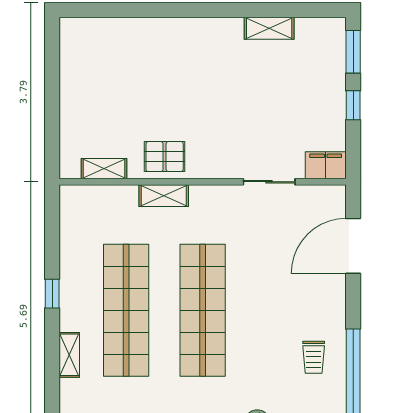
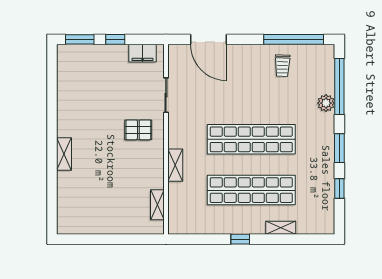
shelving: (269, 28) -> (64, 154), moved
pallet: (165, 157) -> (138, 130), moved, turned 90
filing cabinet: (326, 165) -> (143, 53), moved, turned -90
trolley: (314, 357) -> (282, 66), turned 92

